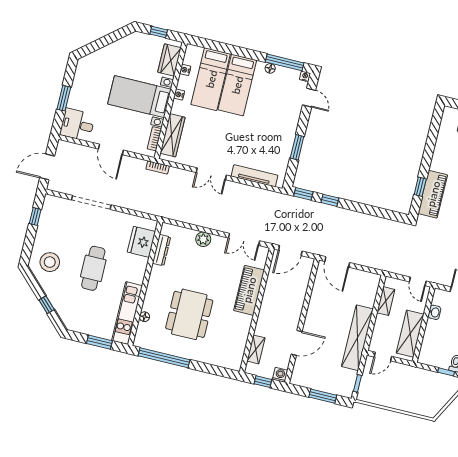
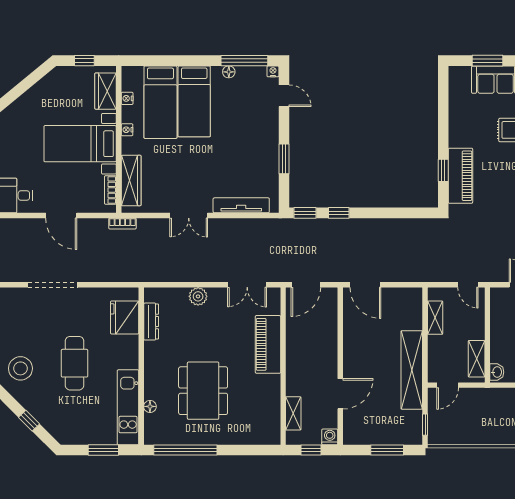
washbasin: (434, 312) -> (497, 372), moved
shelving: (410, 334) -> (477, 359), width x0.67, depth x0.75

